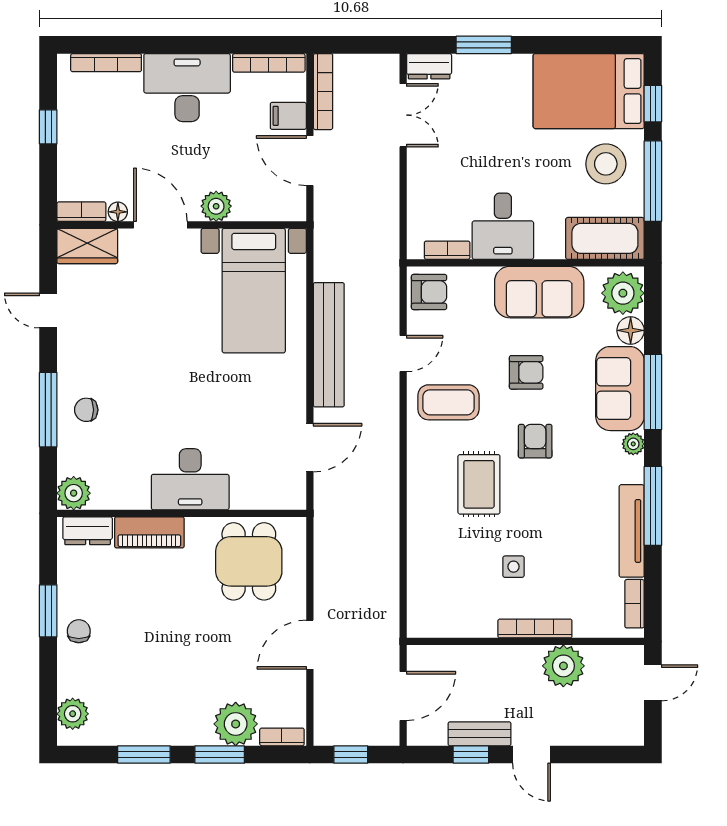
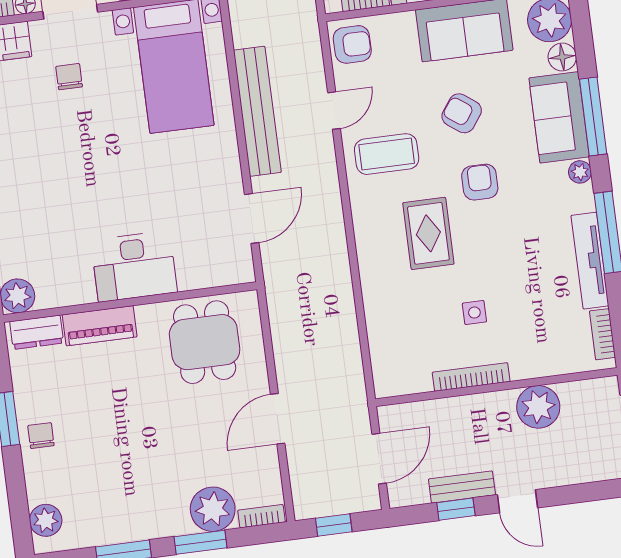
armchair: (526, 372) -> (462, 113), turned -144
chair: (86, 410) -> (69, 77), moved, turned 90
bookcase: (535, 628) -> (471, 377), moved

